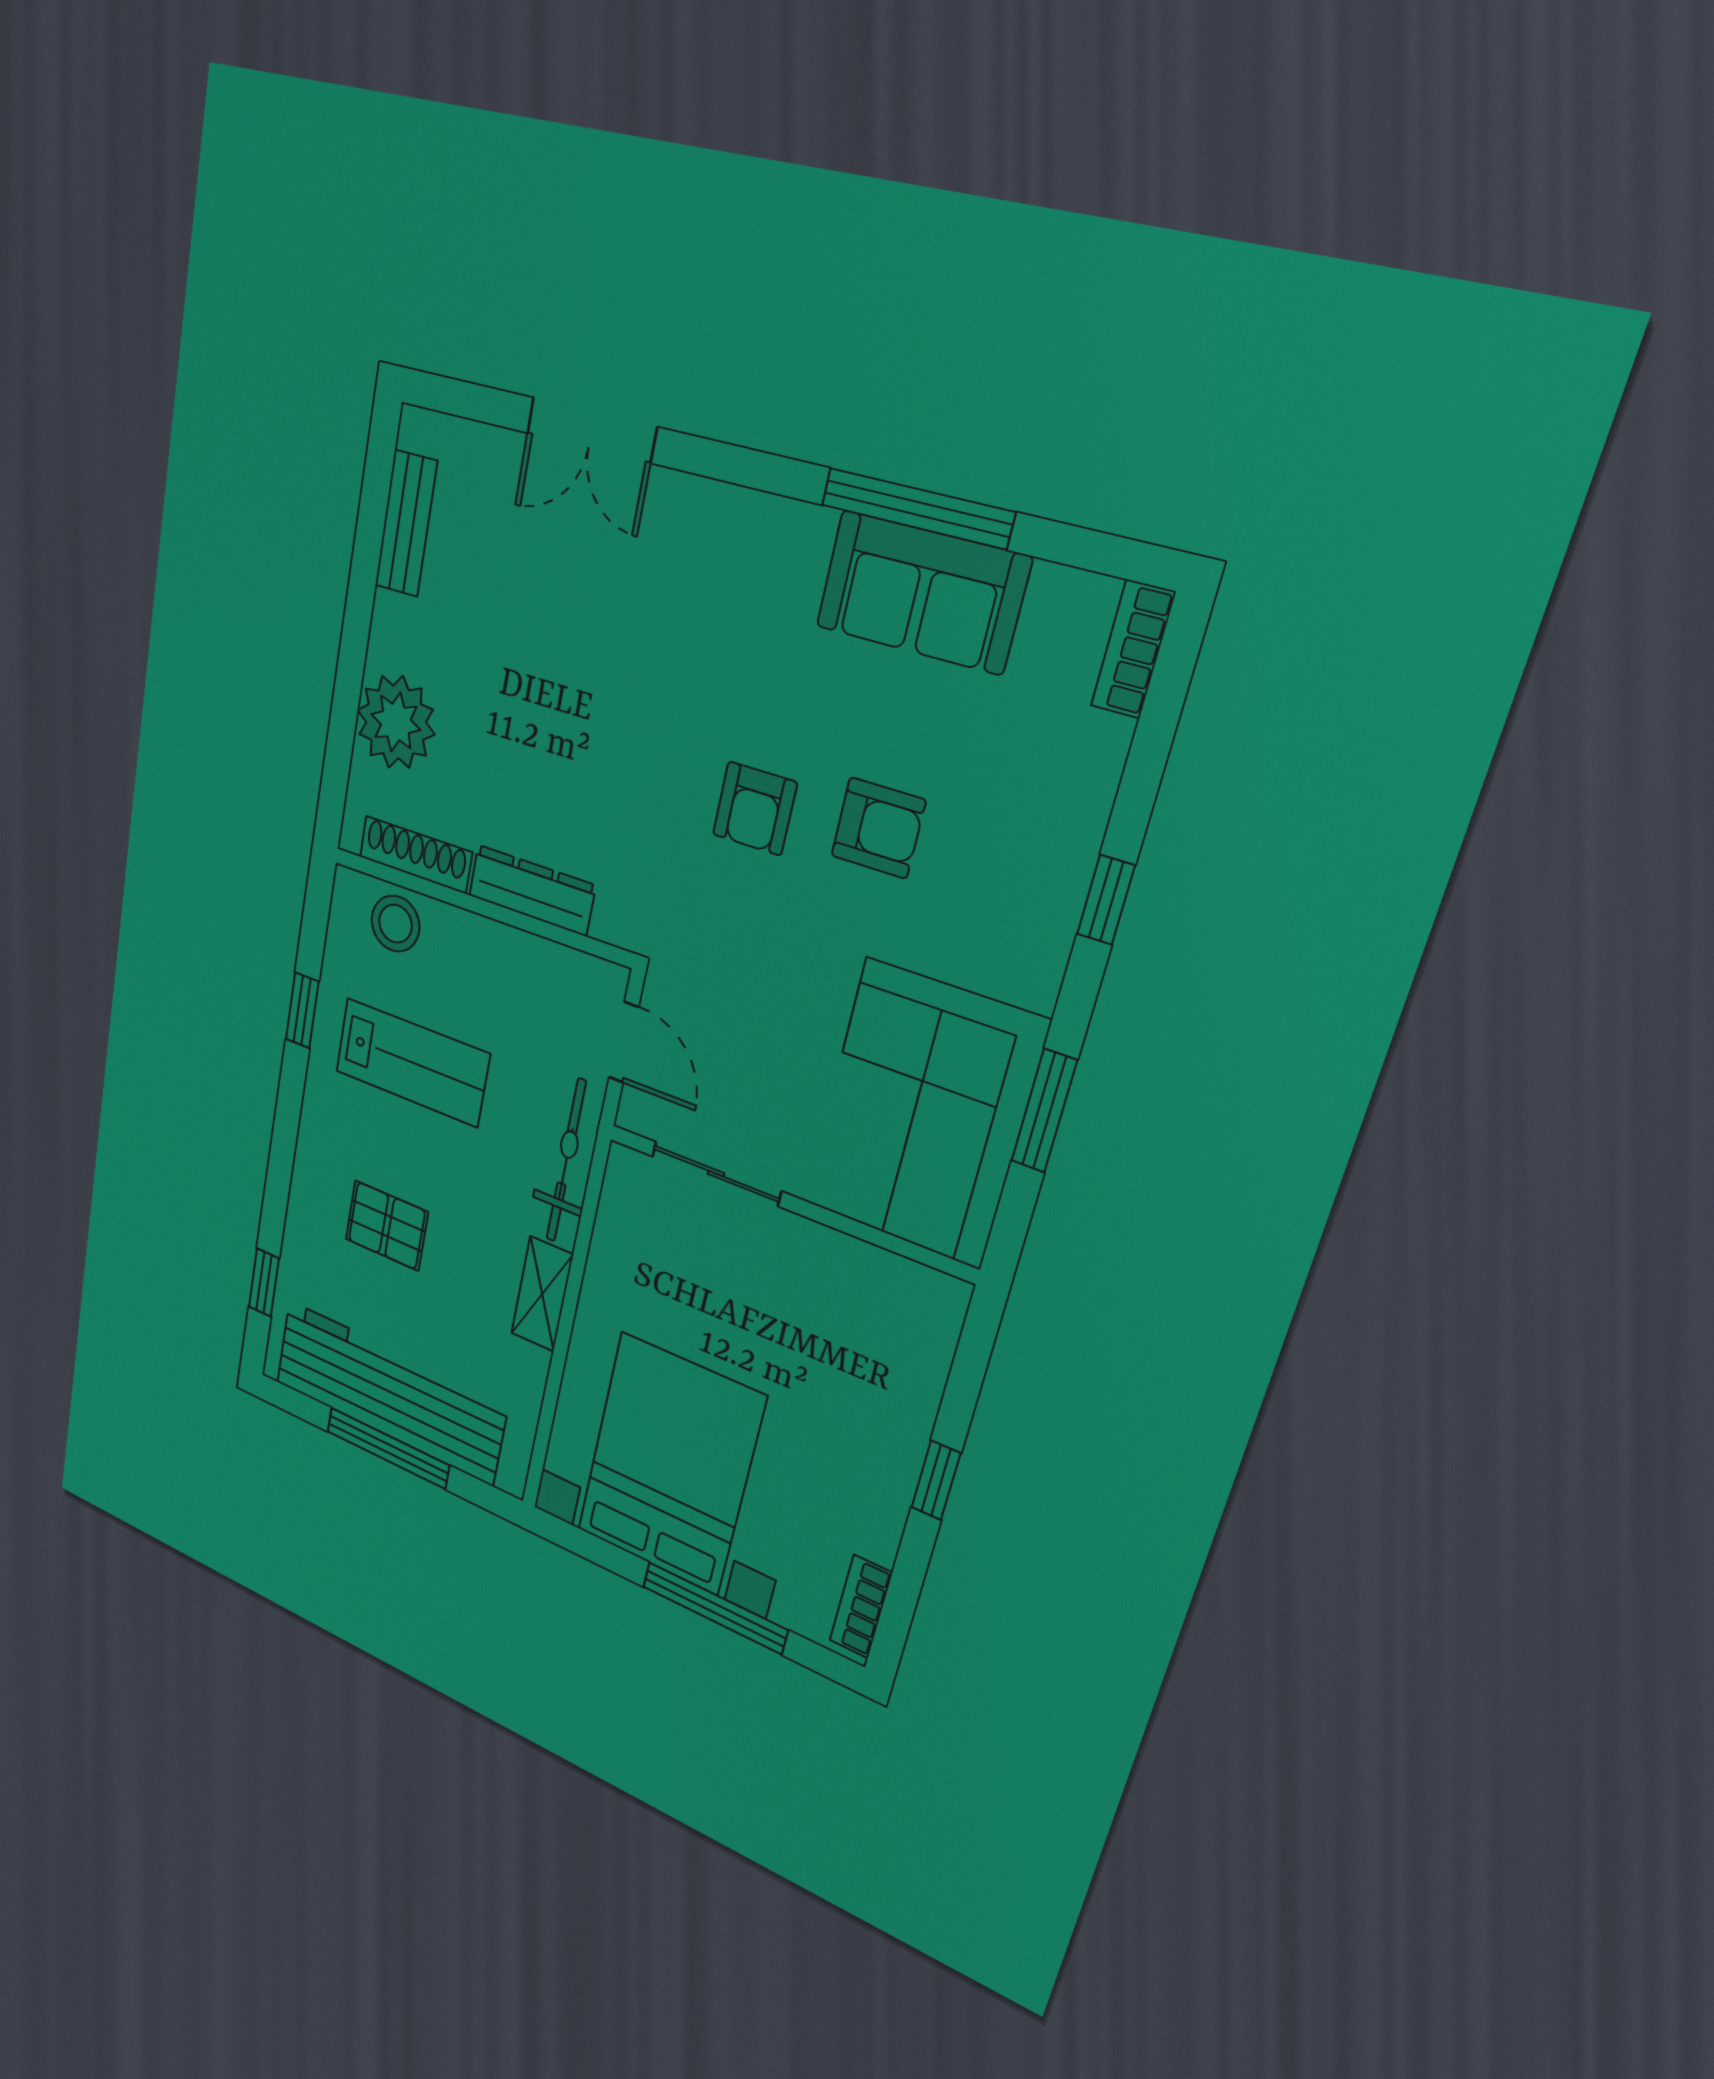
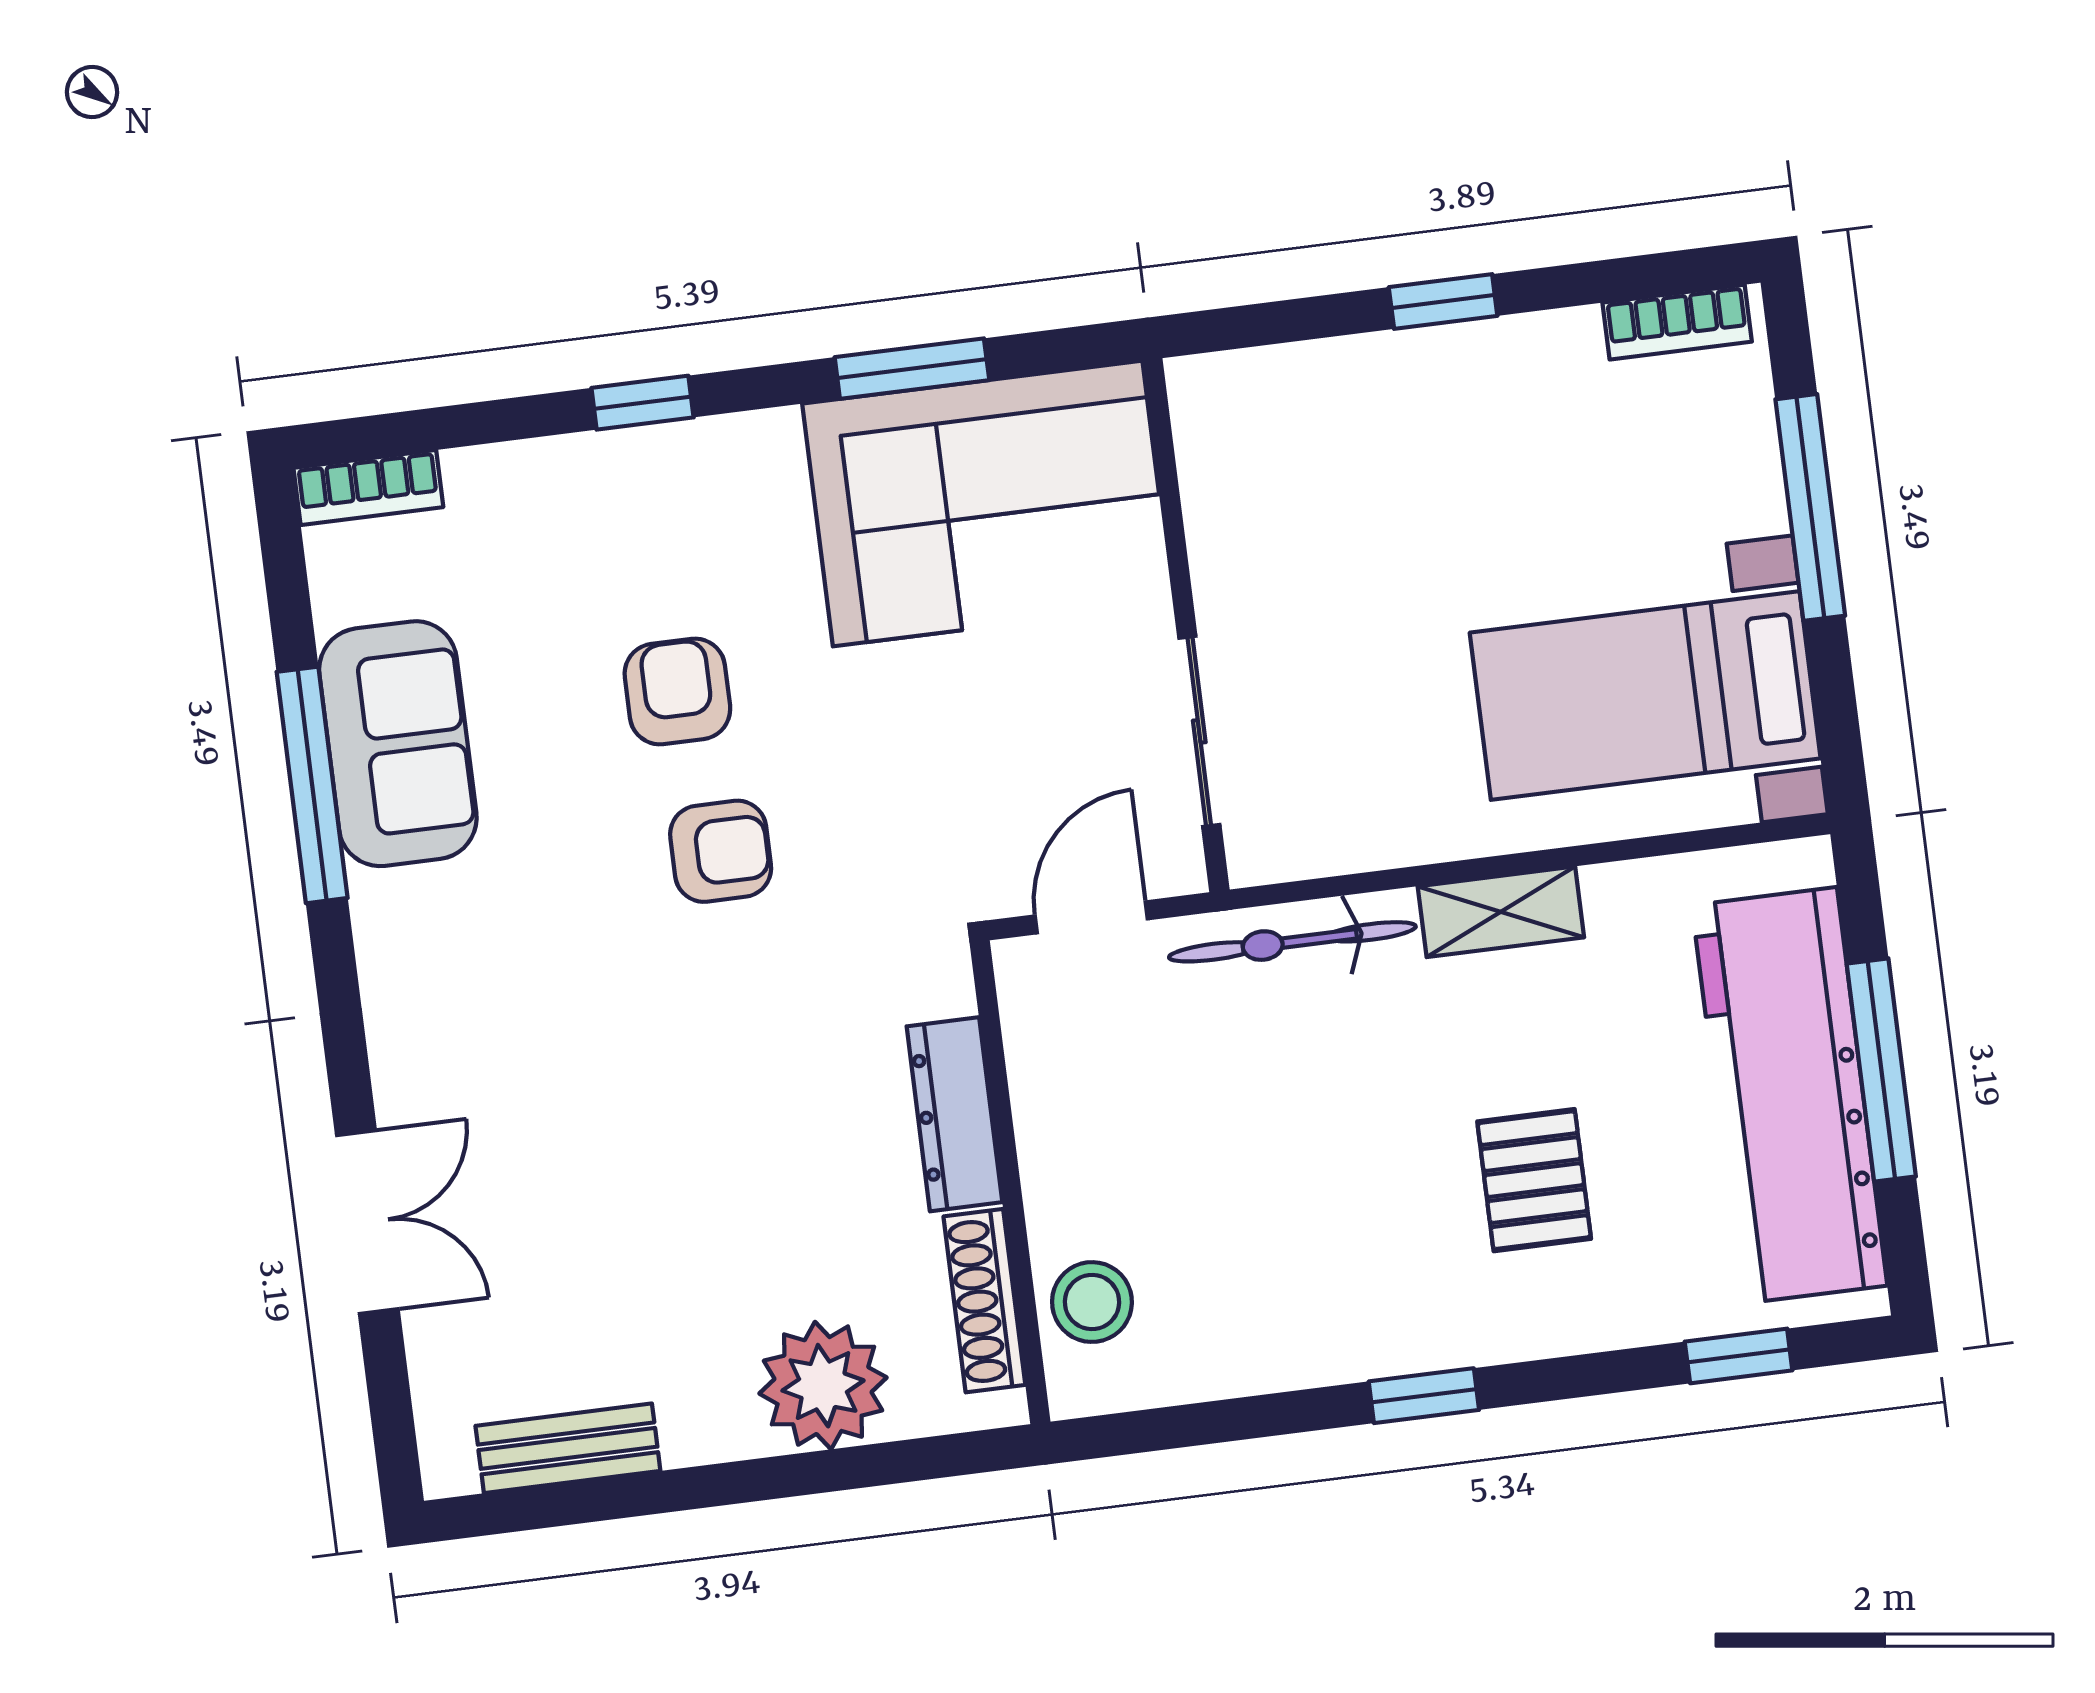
window: (302, 1010) -> (1424, 1396), moved
lab bench: (412, 1062) -> (1274, 1216), removed
bed with nightstands: (670, 1465) -> (1645, 696), width x0.73

